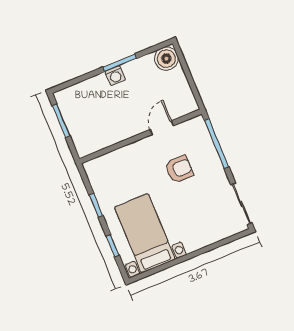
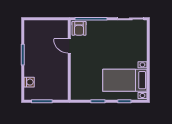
boiler: (166, 59) -> (31, 27), removed
washing machine: (115, 76) -> (29, 82), moved
armchair: (179, 169) -> (79, 28), moved, turned 180

